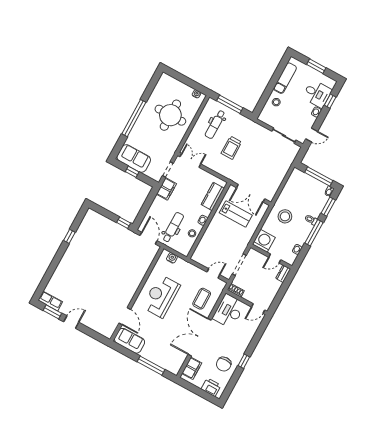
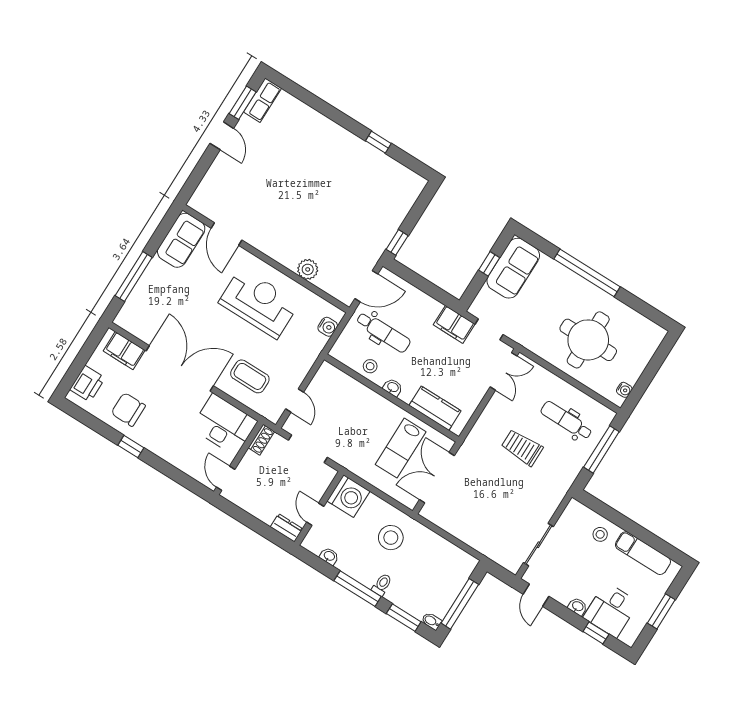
plant: (141, 271) -> (308, 269), added
door: (125, 316) -> (227, 234), hinge flipped

